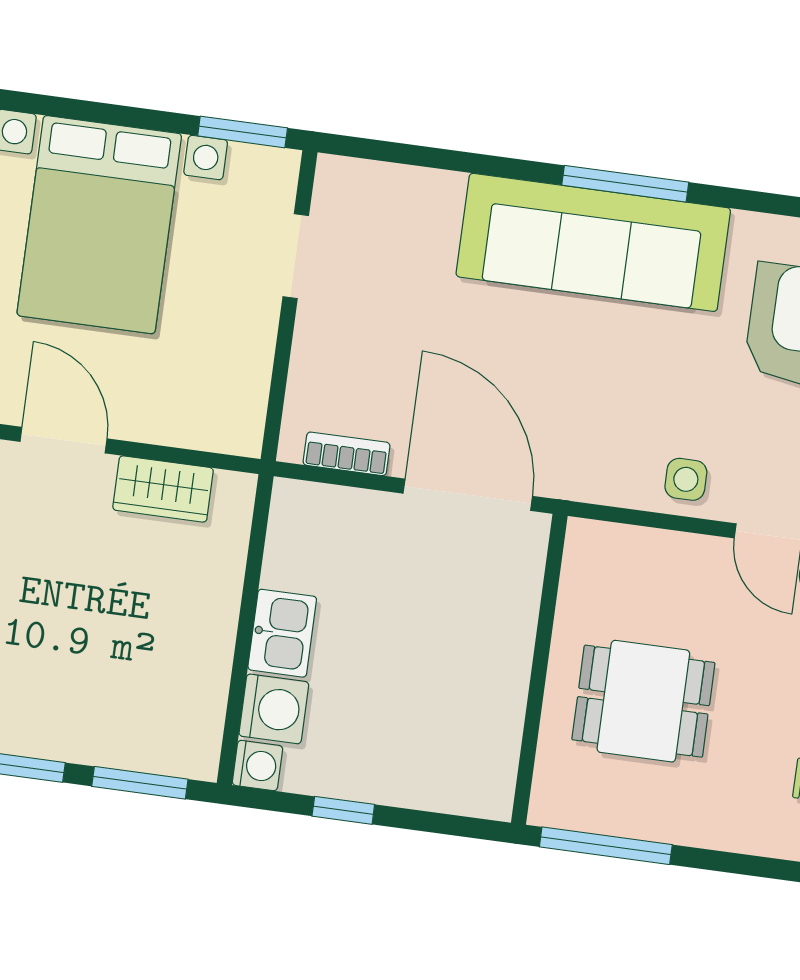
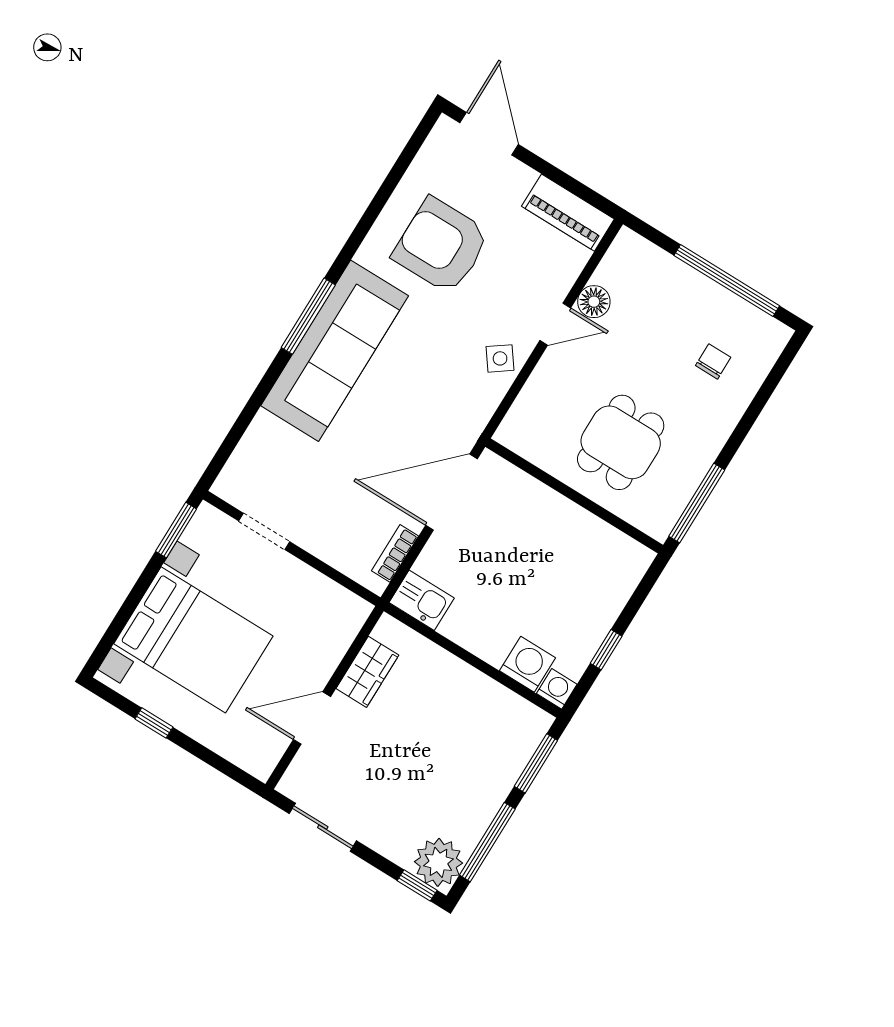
side table: (686, 479) -> (500, 358), turned -36
kitchen sink: (282, 633) -> (422, 600), moved

